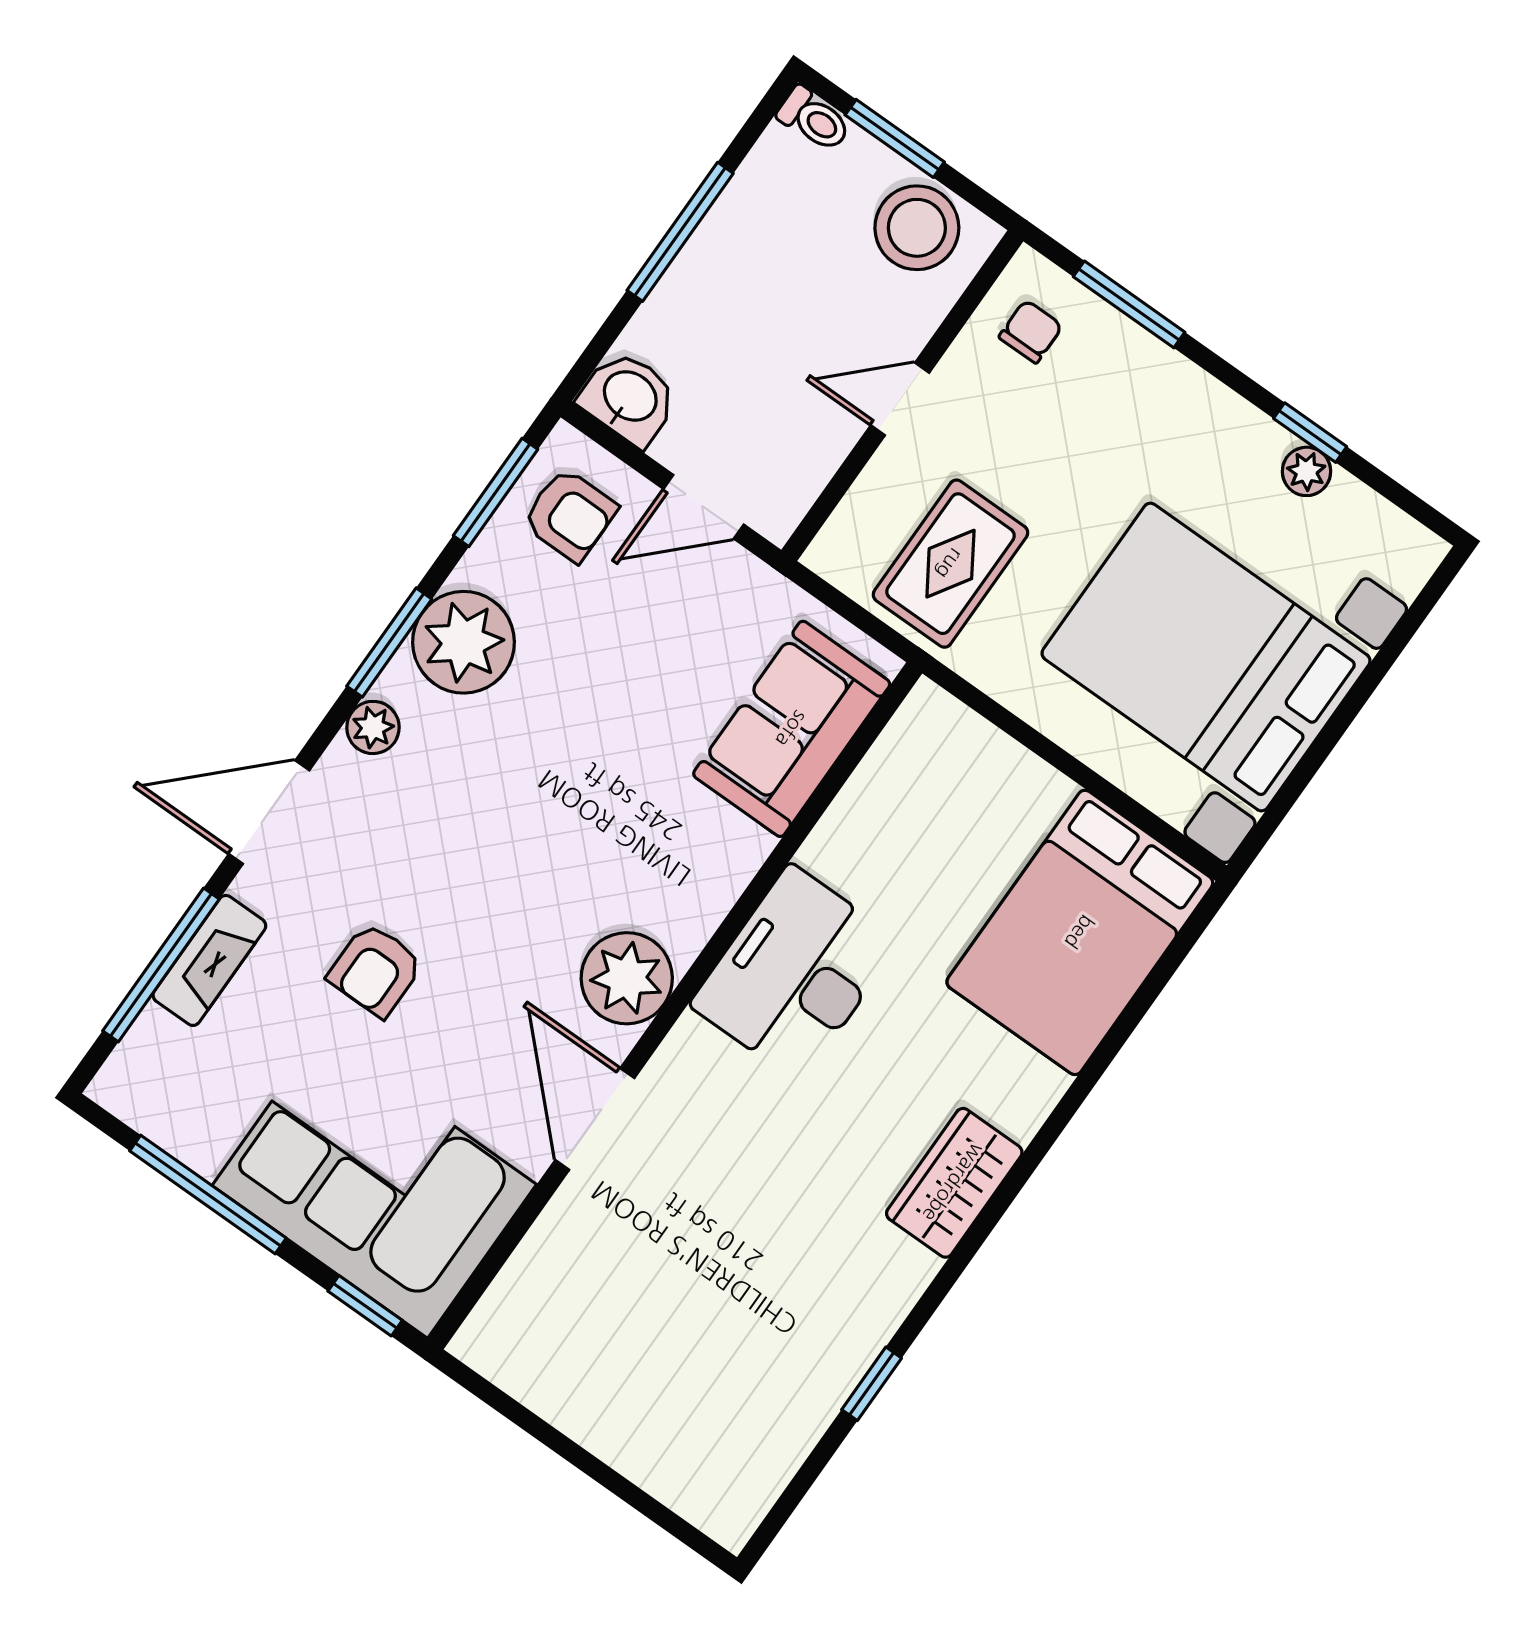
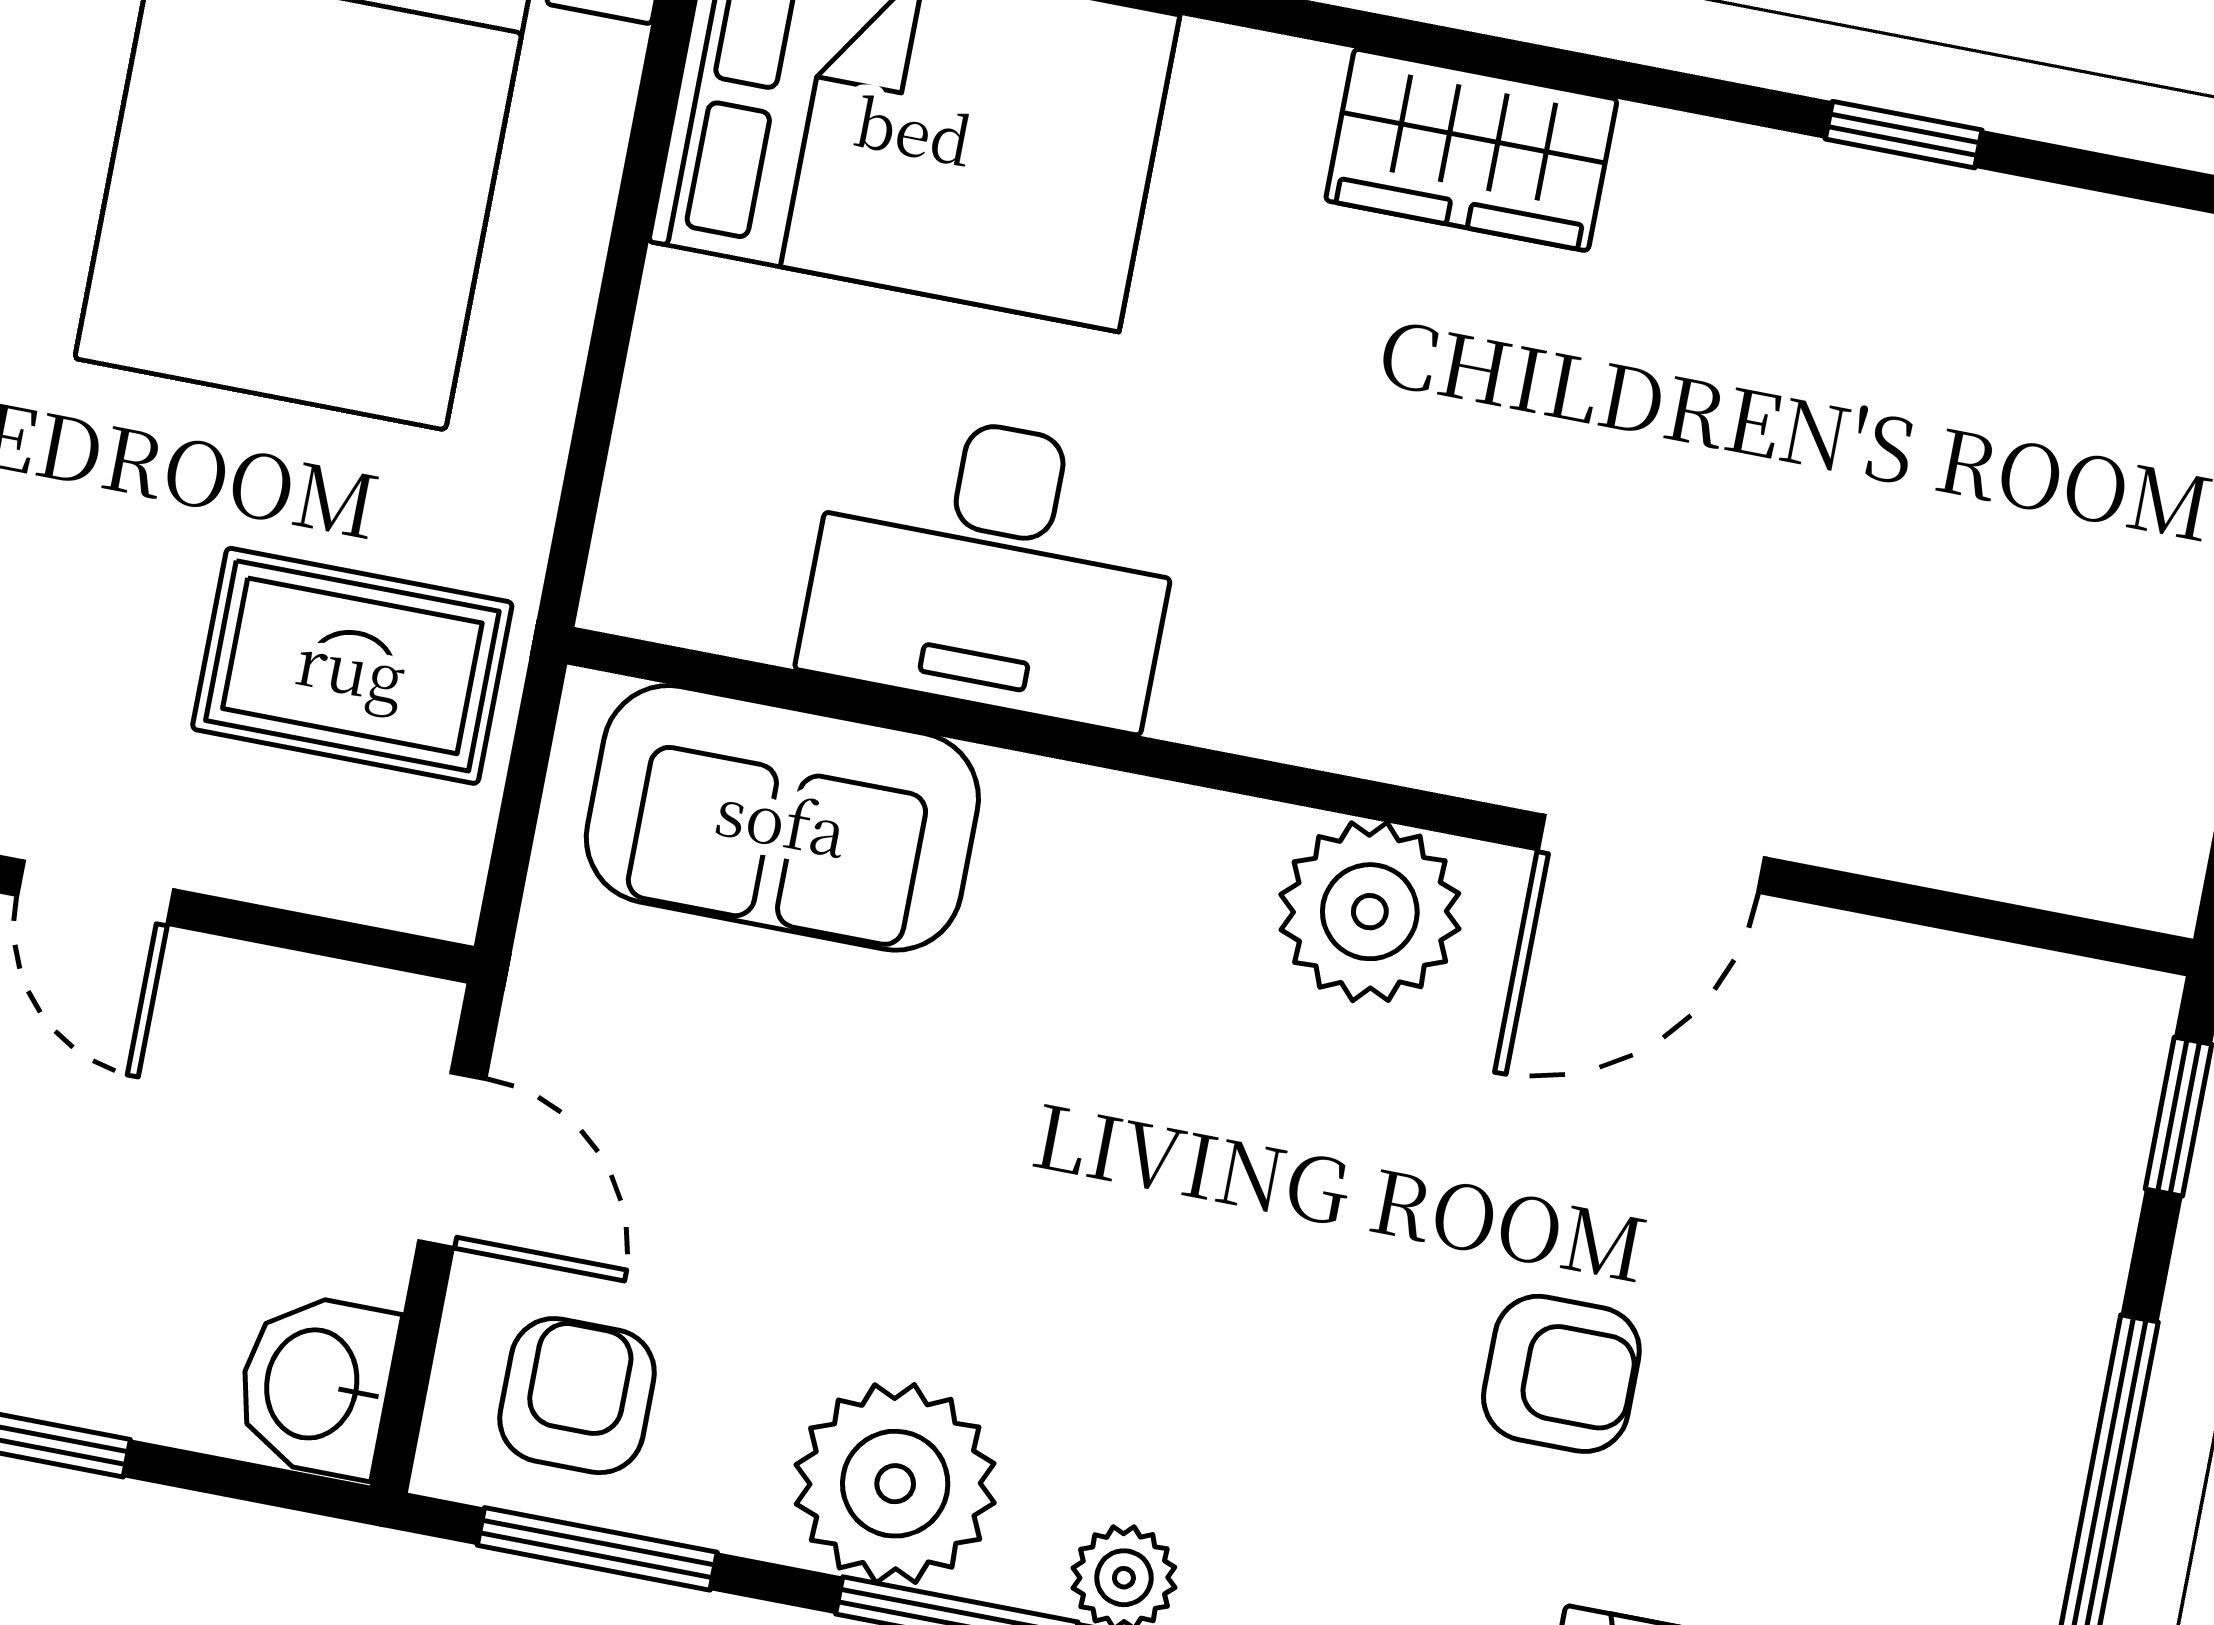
desk: (795, 973) -> (993, 567), moved
corner sofa: (374, 1185) -> (1952, 1199), removed

